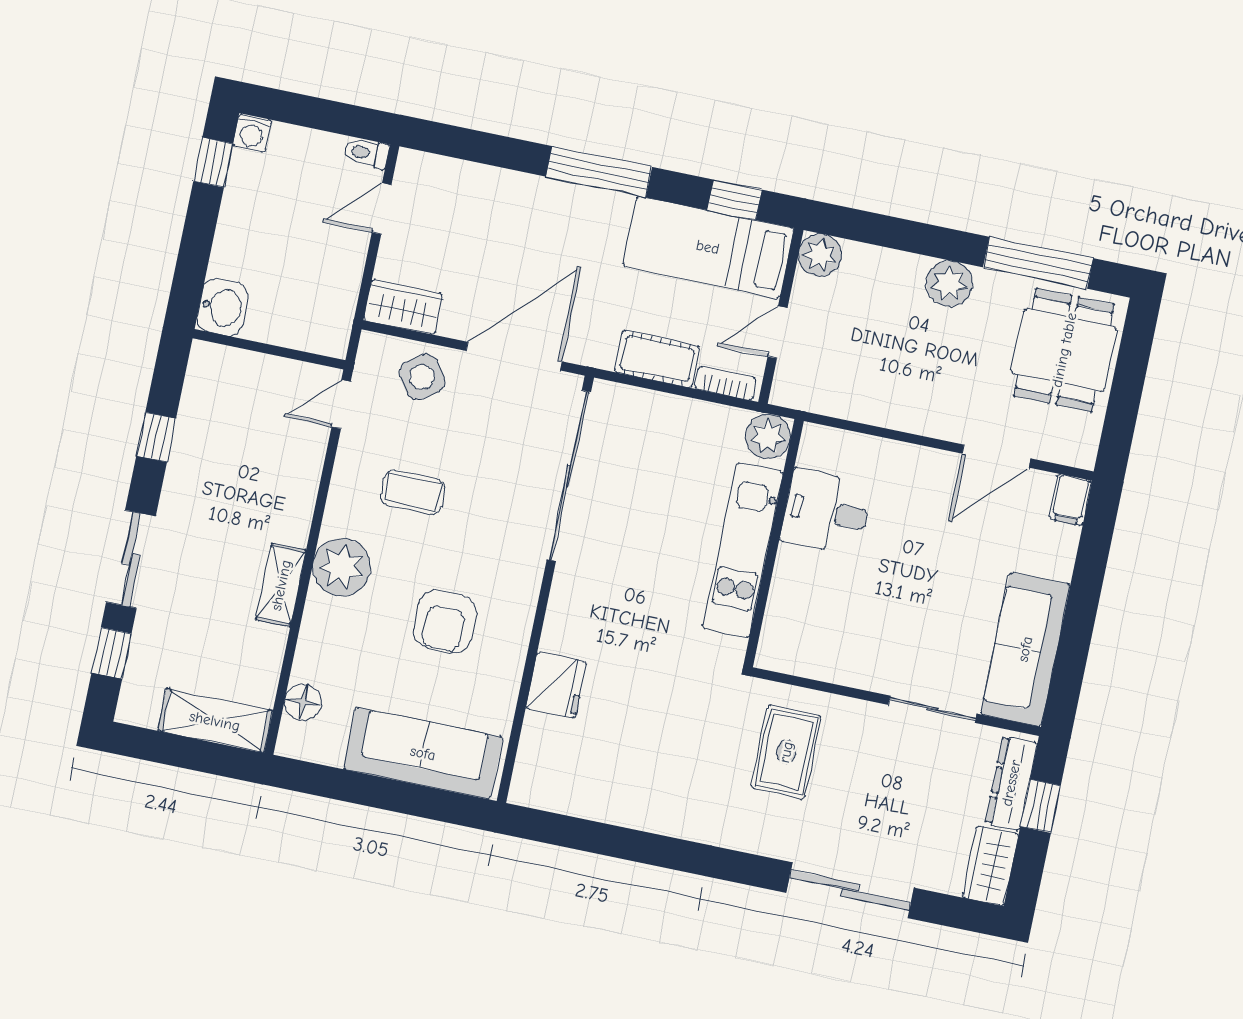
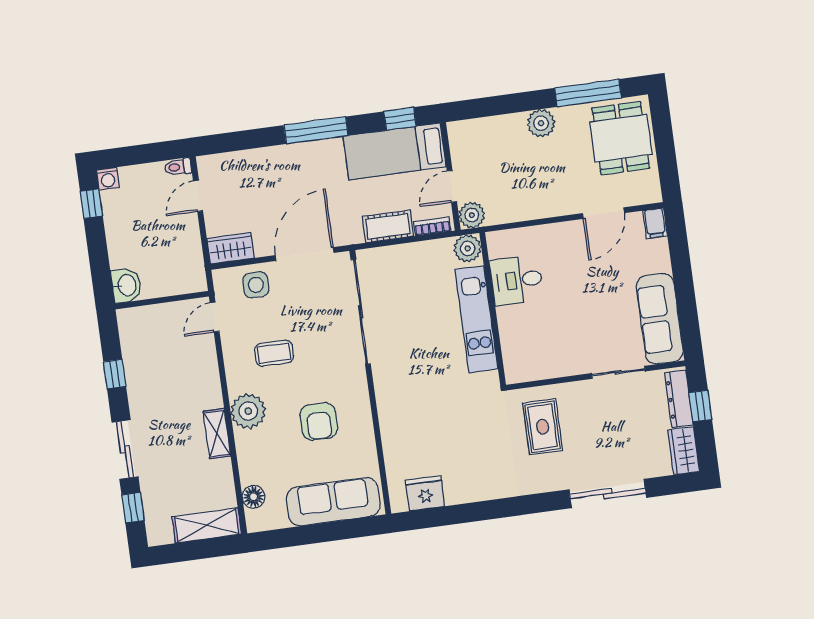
plant: (820, 255) -> (472, 215), moved
side table: (422, 377) -> (256, 285), turned 34
fridge: (556, 685) -> (425, 493), moved, turned -90

